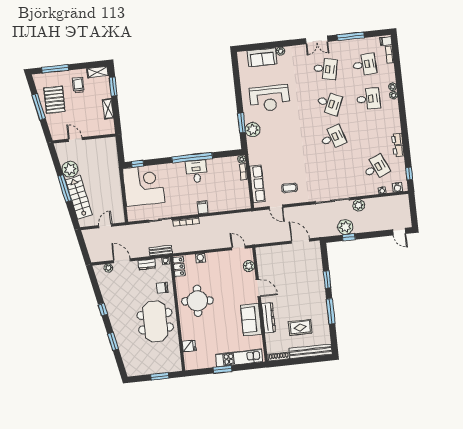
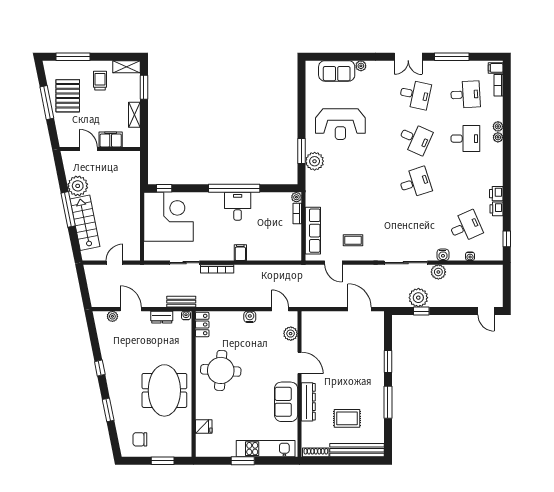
filing cabinet: (92, 130) -> (111, 139), added
water cooler: (397, 187) -> (443, 255), moved
water cooler: (200, 258) -> (250, 317), moved
chair: (162, 288) -> (140, 439), moved

